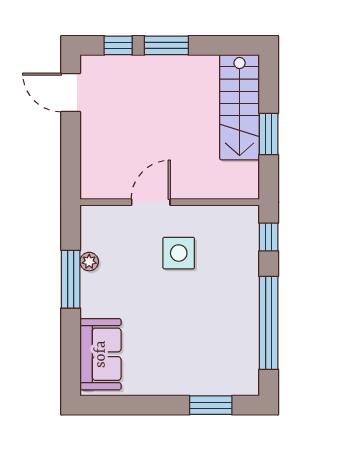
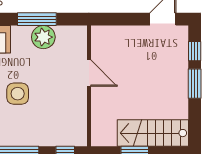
side table: (179, 253) -> (18, 94), moved
plant: (89, 262) -> (43, 37), width x1.87, depth x1.87

